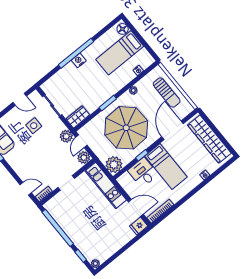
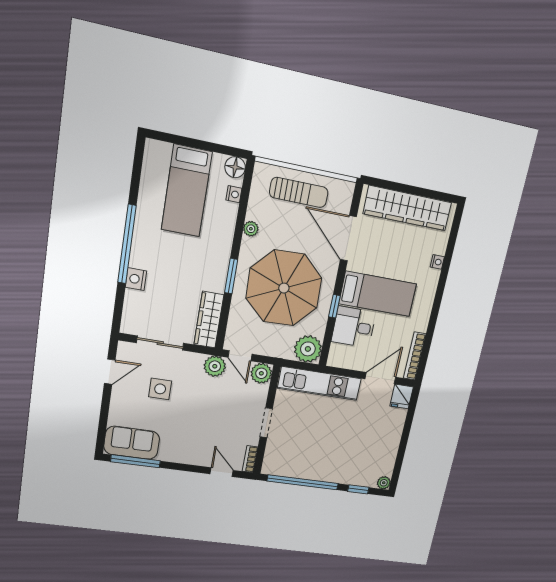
floor lamp: (123, 29) -> (235, 167), moved
nightstand: (79, 60) -> (136, 279), moved
wardrobe: (78, 117) -> (209, 320), width x1.50
door: (26, 189) -> (222, 472), hinge flipped

